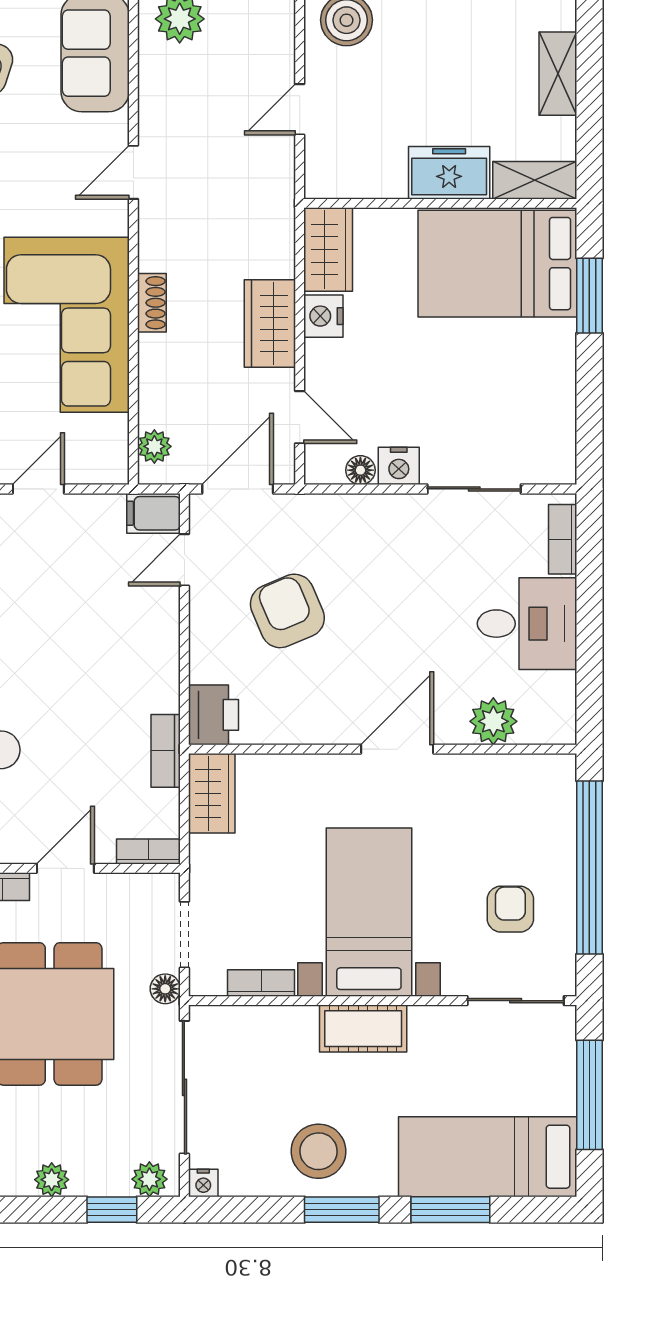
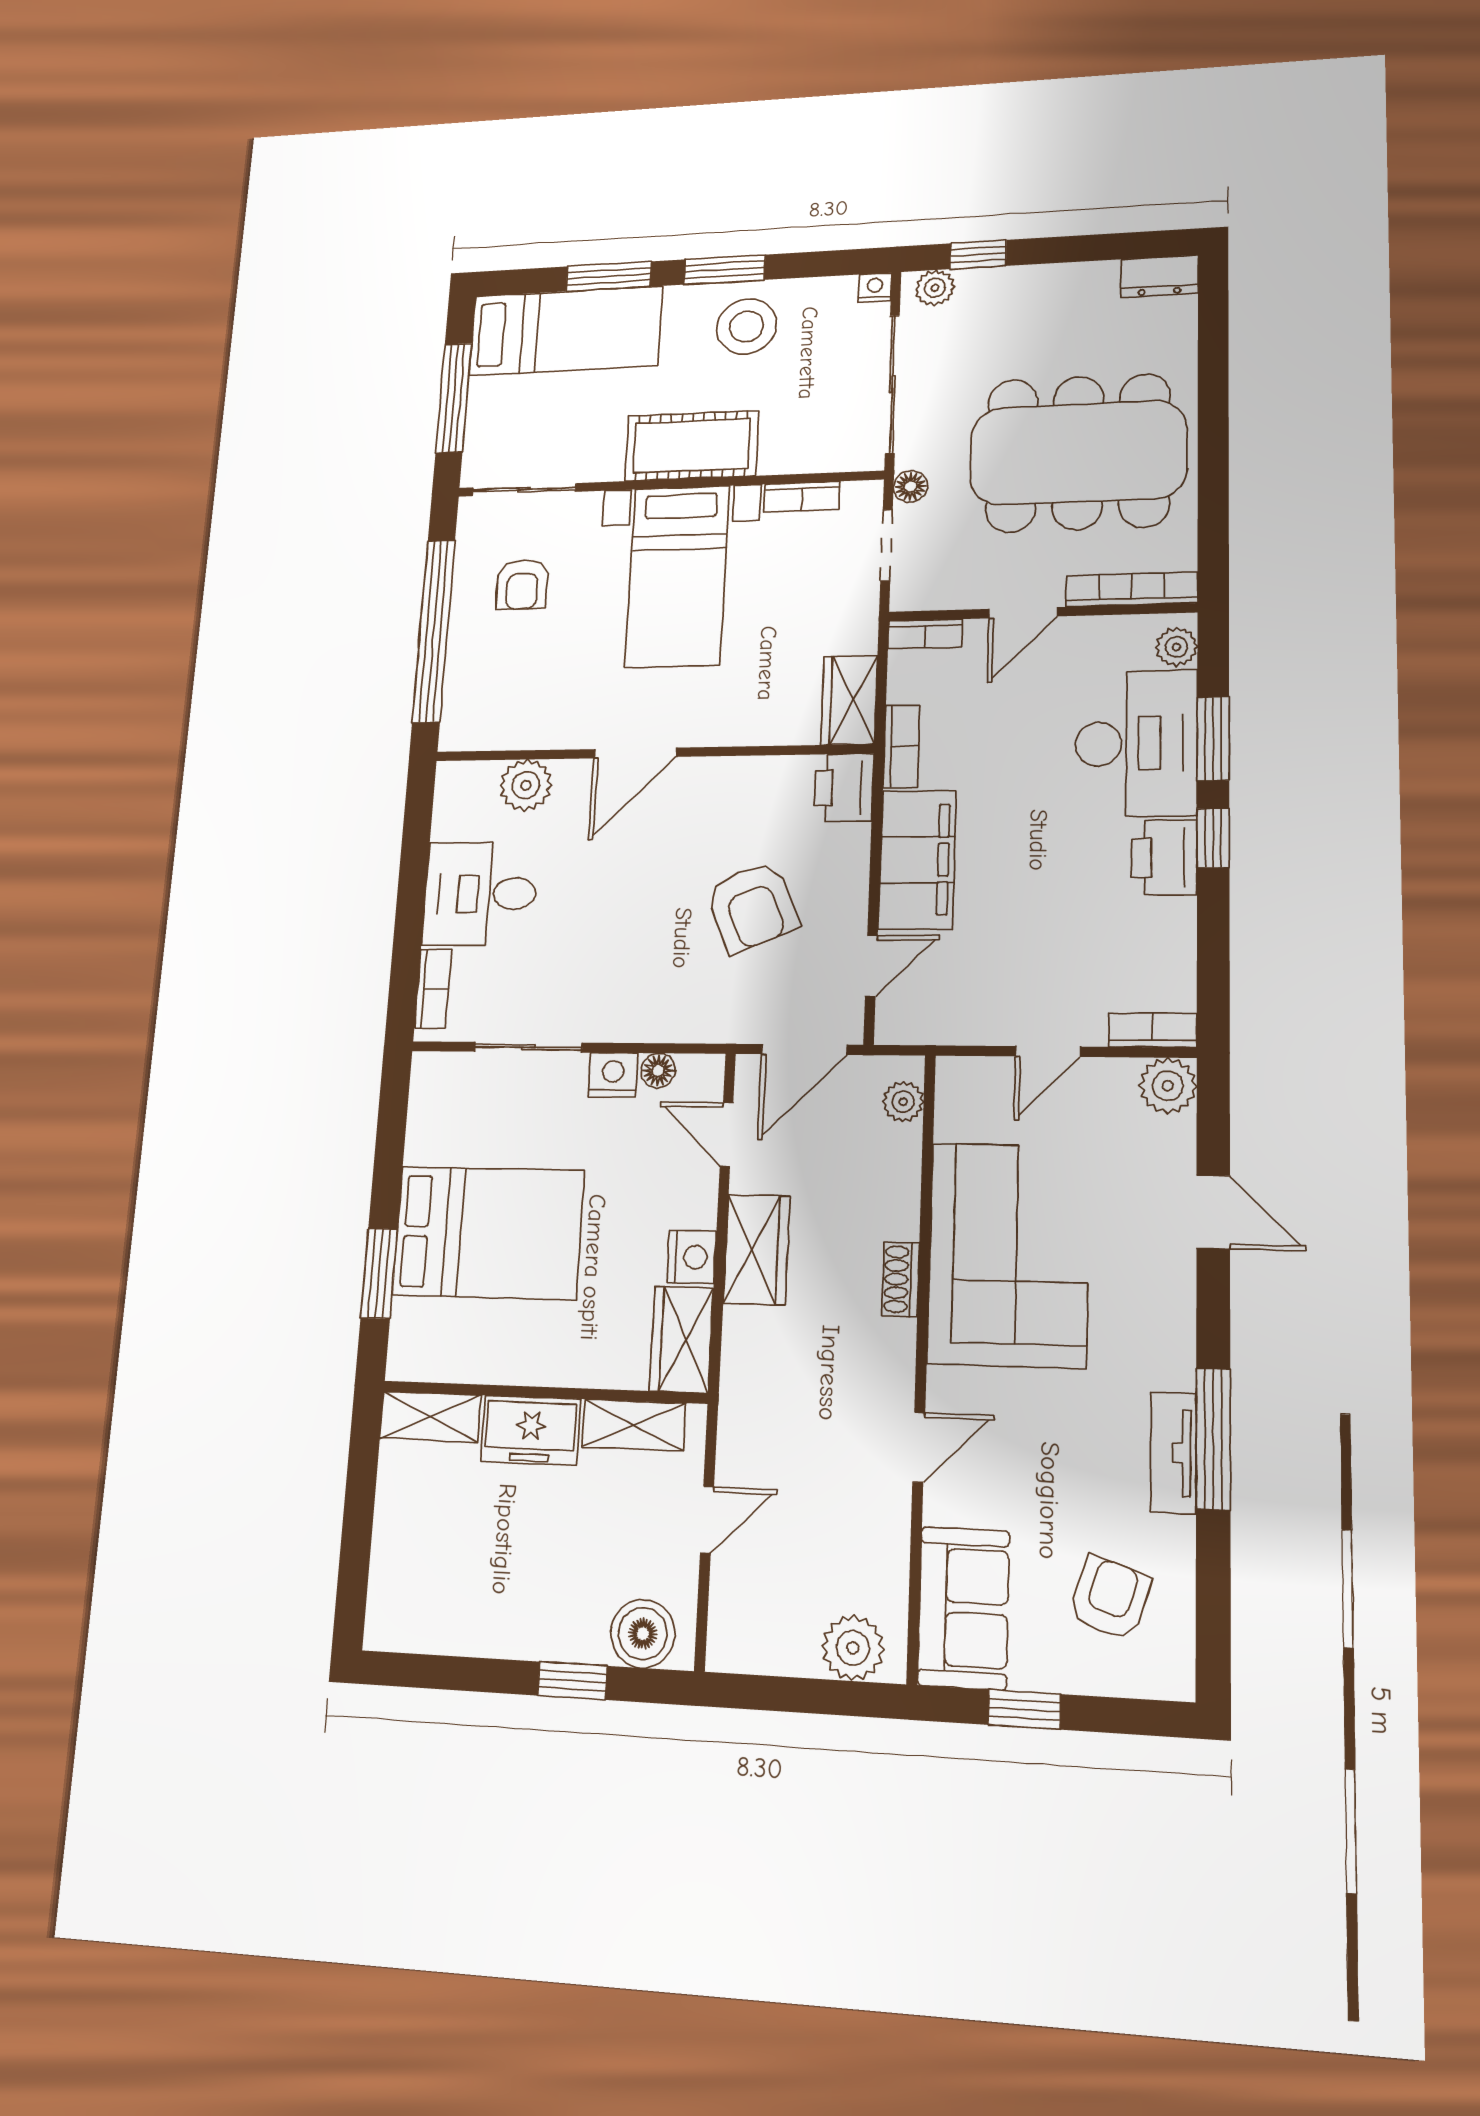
shelving: (558, 74) -> (634, 1425), moved, turned 90
bed: (497, 264) -> (488, 1233), moved
filing cabinet: (154, 513) -> (917, 860), moved, width x3.00, depth x1.17
cot: (363, 1029) -> (691, 446), width x1.37, depth x1.34
plant: (52, 1180) -> (1046, 281), removed

